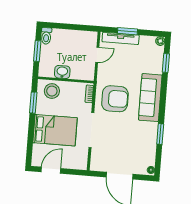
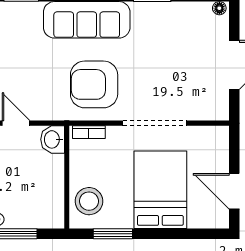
washbasin: (62, 72) -> (53, 139), moved
armchair: (115, 99) -> (94, 84), turned -90

